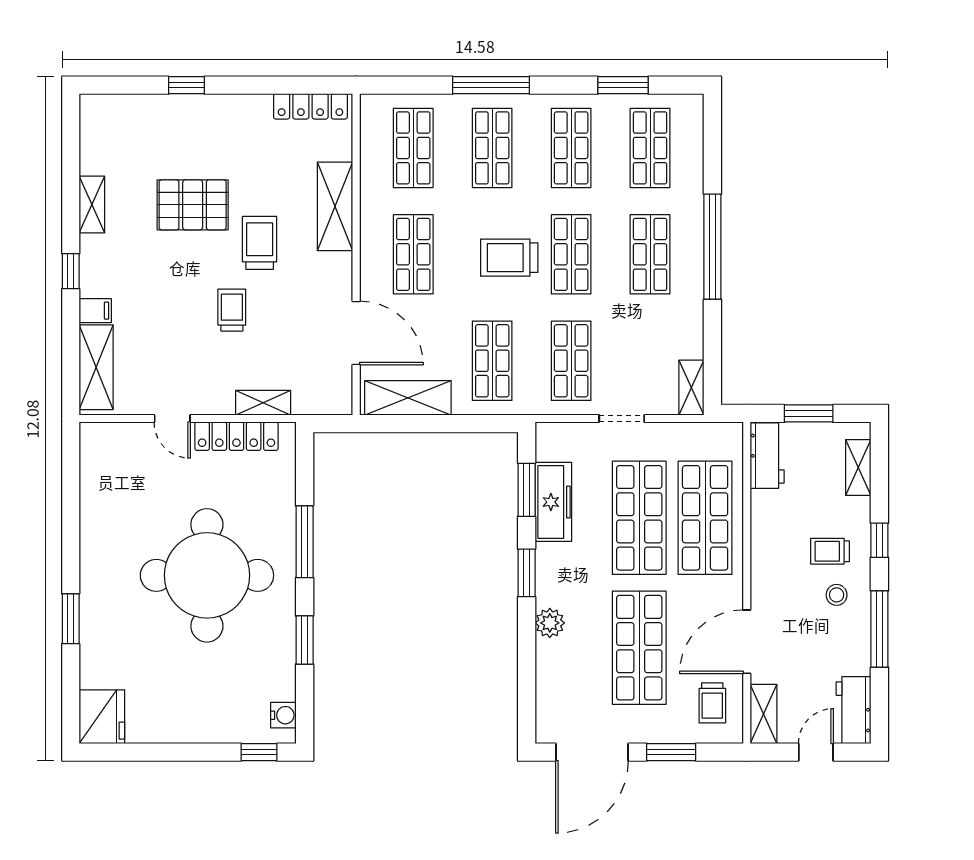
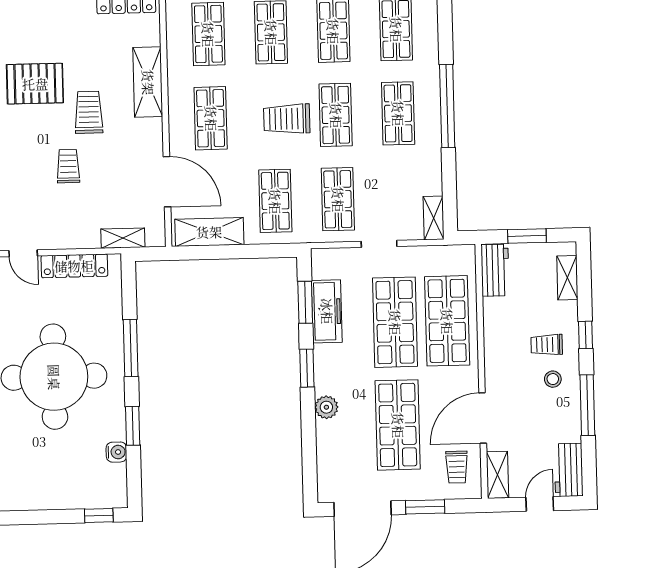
shelving: (263, 403) -> (123, 238), moved
water cooler: (283, 715) -> (116, 452), moved

